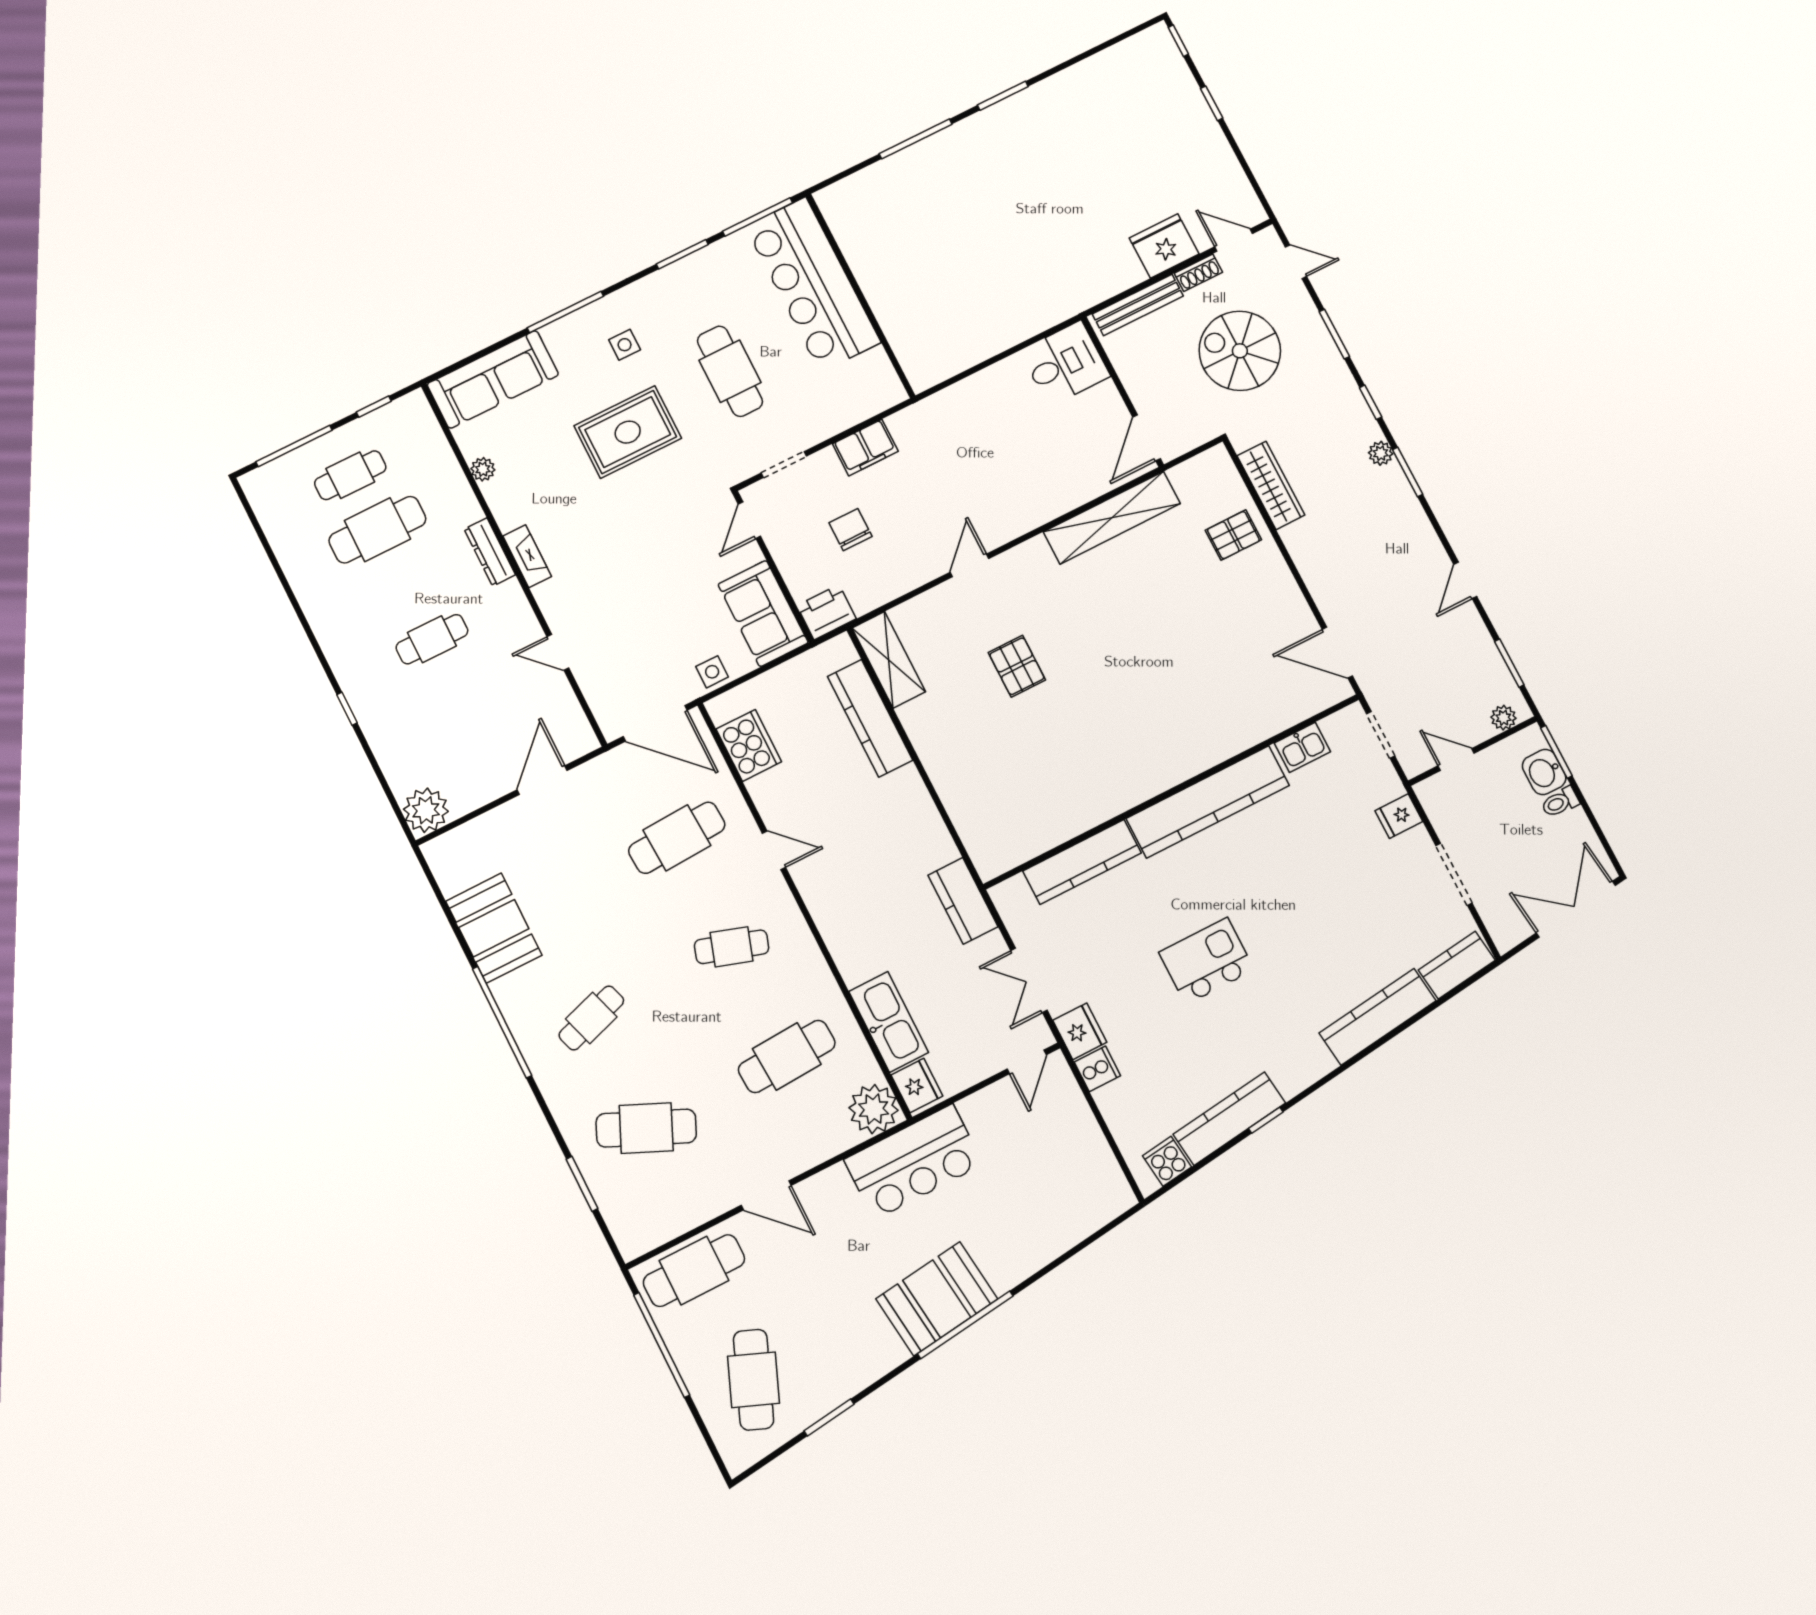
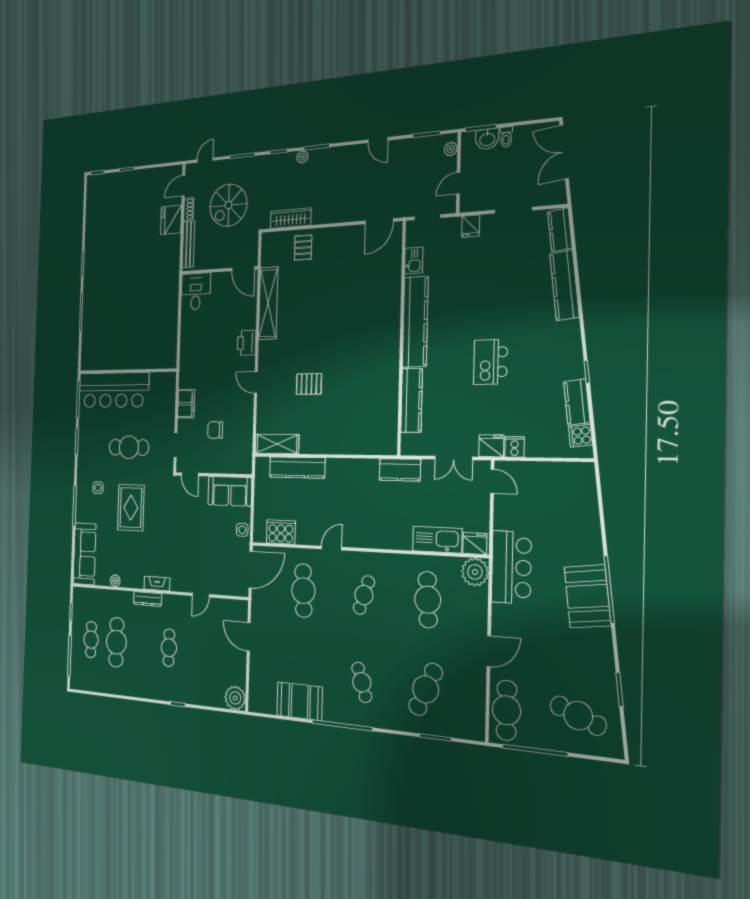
printer: (827, 612) -> (247, 343), moved
kitchen counter: (1229, 1119) -> (577, 402), width x0.67

